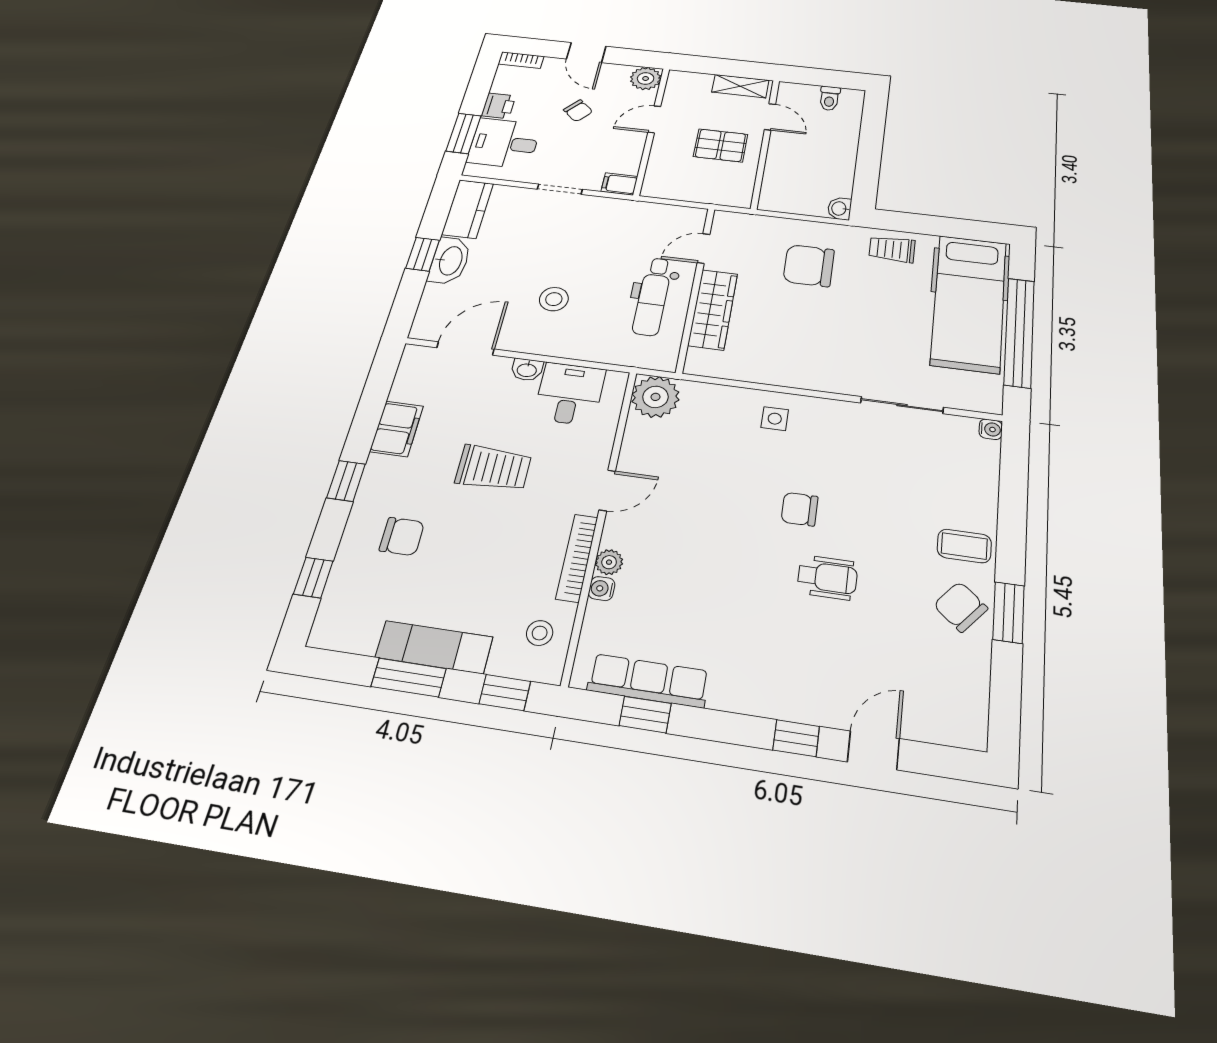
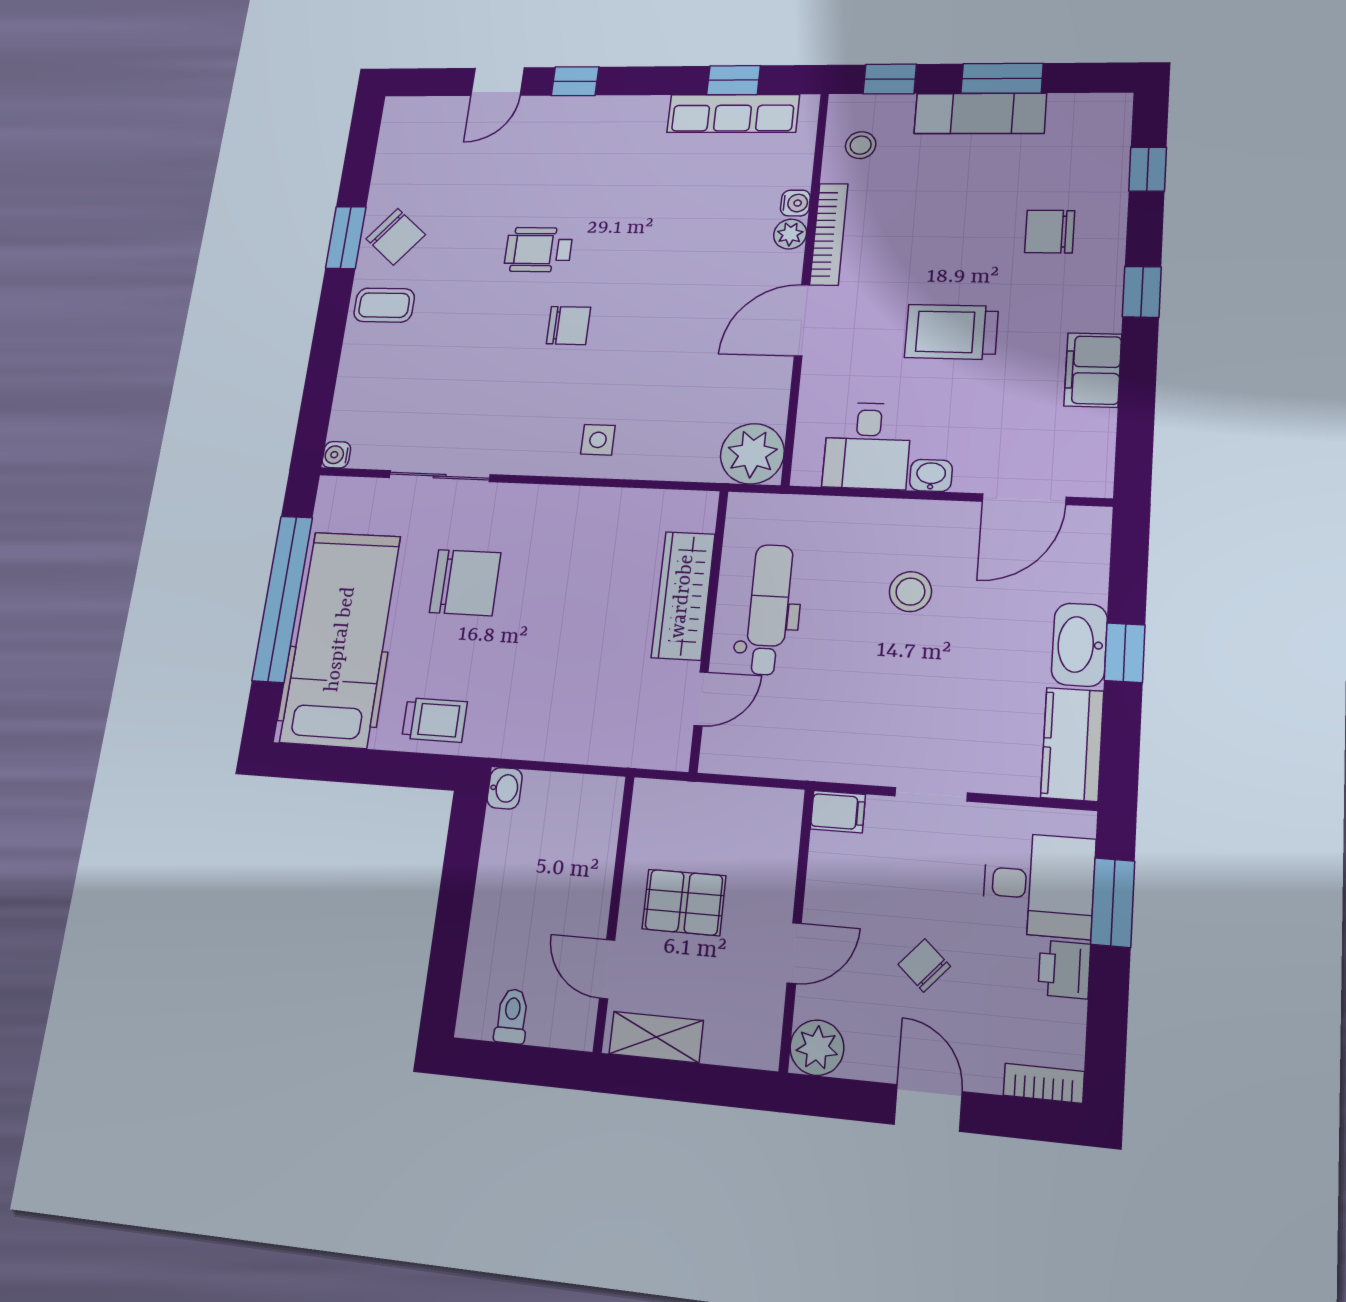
chair: (809, 266) -> (465, 583), moved
door: (607, 490) -> (802, 320), width x1.38

